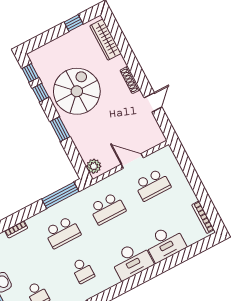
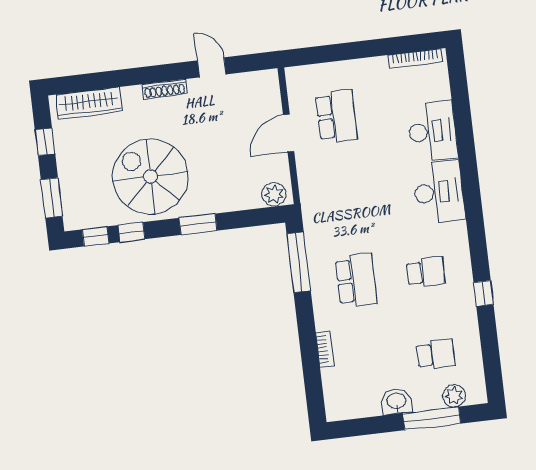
window: (43, 39) -> (52, 198), added
school desk: (107, 209) -> (346, 198), removed

